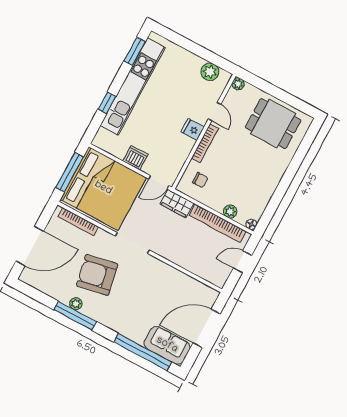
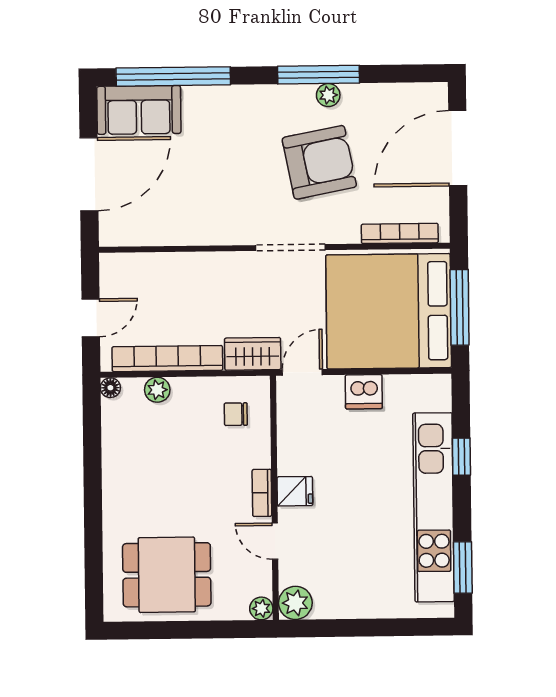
plant: (210, 72) -> (295, 603), moved
bookcase: (205, 143) -> (262, 493), width x0.64

